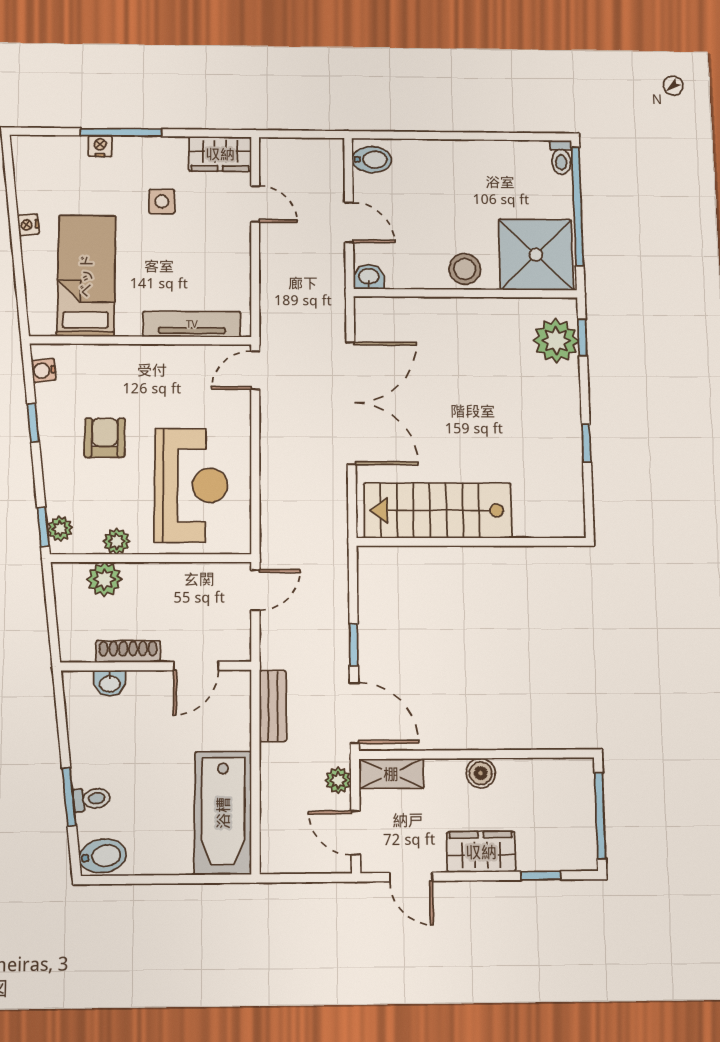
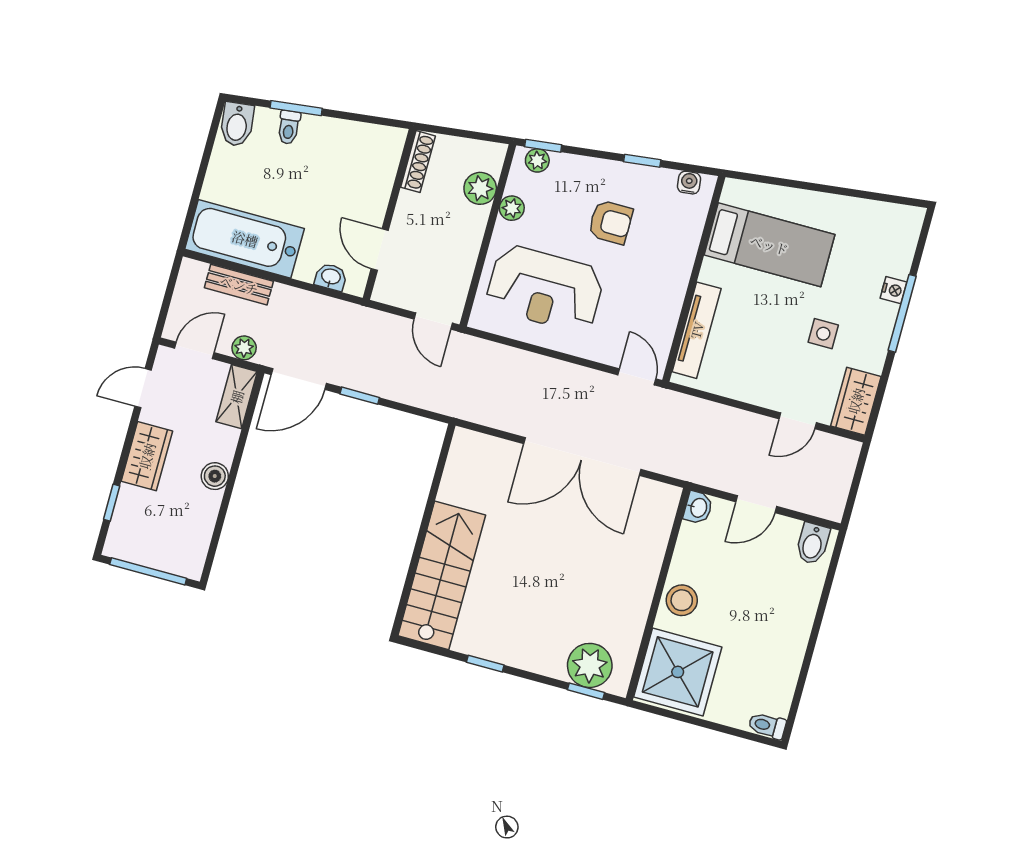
window: (578, 206) -> (715, 726), removed
nightstand: (28, 225) -> (833, 203), removed
stairs: (438, 510) -> (442, 575), moved
shoe rack: (128, 651) -> (418, 162), moved
washbasin: (110, 683) -> (331, 277), moved, turned 90
bench: (273, 706) -> (239, 285), moved

